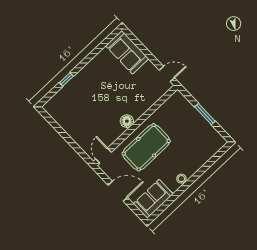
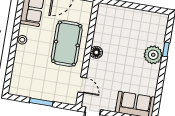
plant: (80, 83) -> (153, 55), added
door: (104, 156) -> (82, 85), moved

